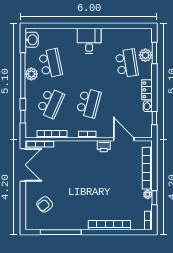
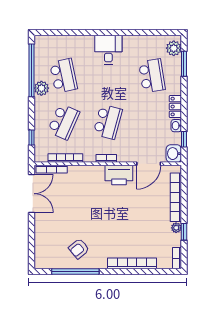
washbasin: (32, 40) -> (174, 154), moved, turned 180
plant: (145, 55) -> (174, 48), moved
window: (23, 76) -> (32, 70), moved
door: (124, 139) -> (149, 164), swing flipped
printer: (104, 146) -> (119, 175), width x1.87, depth x1.48
armchair: (45, 204) -> (79, 249), moved

